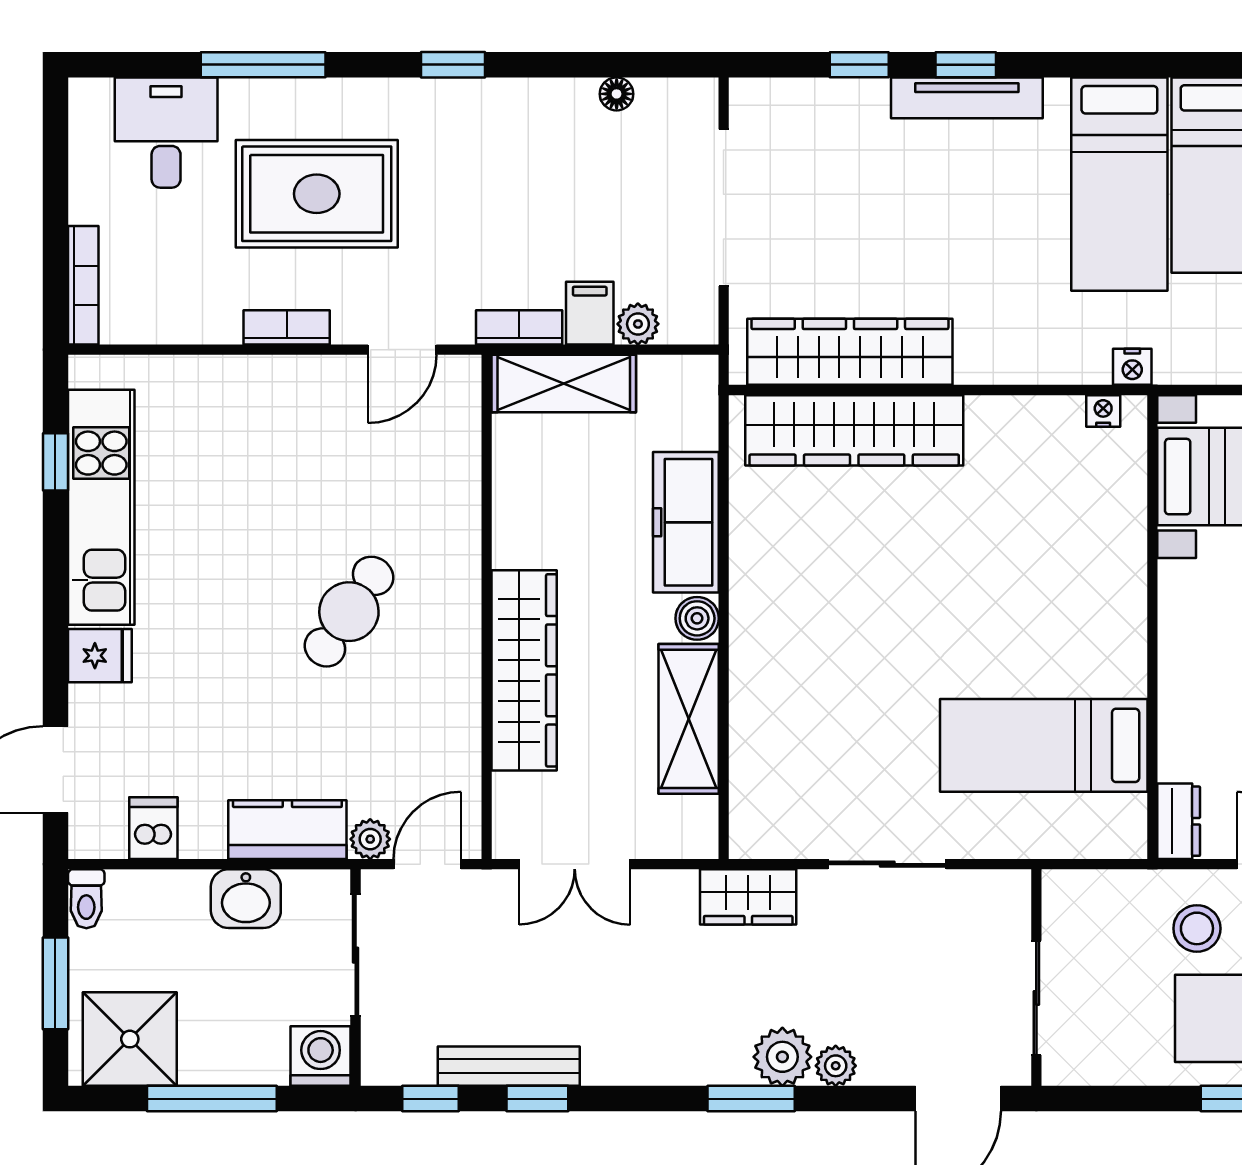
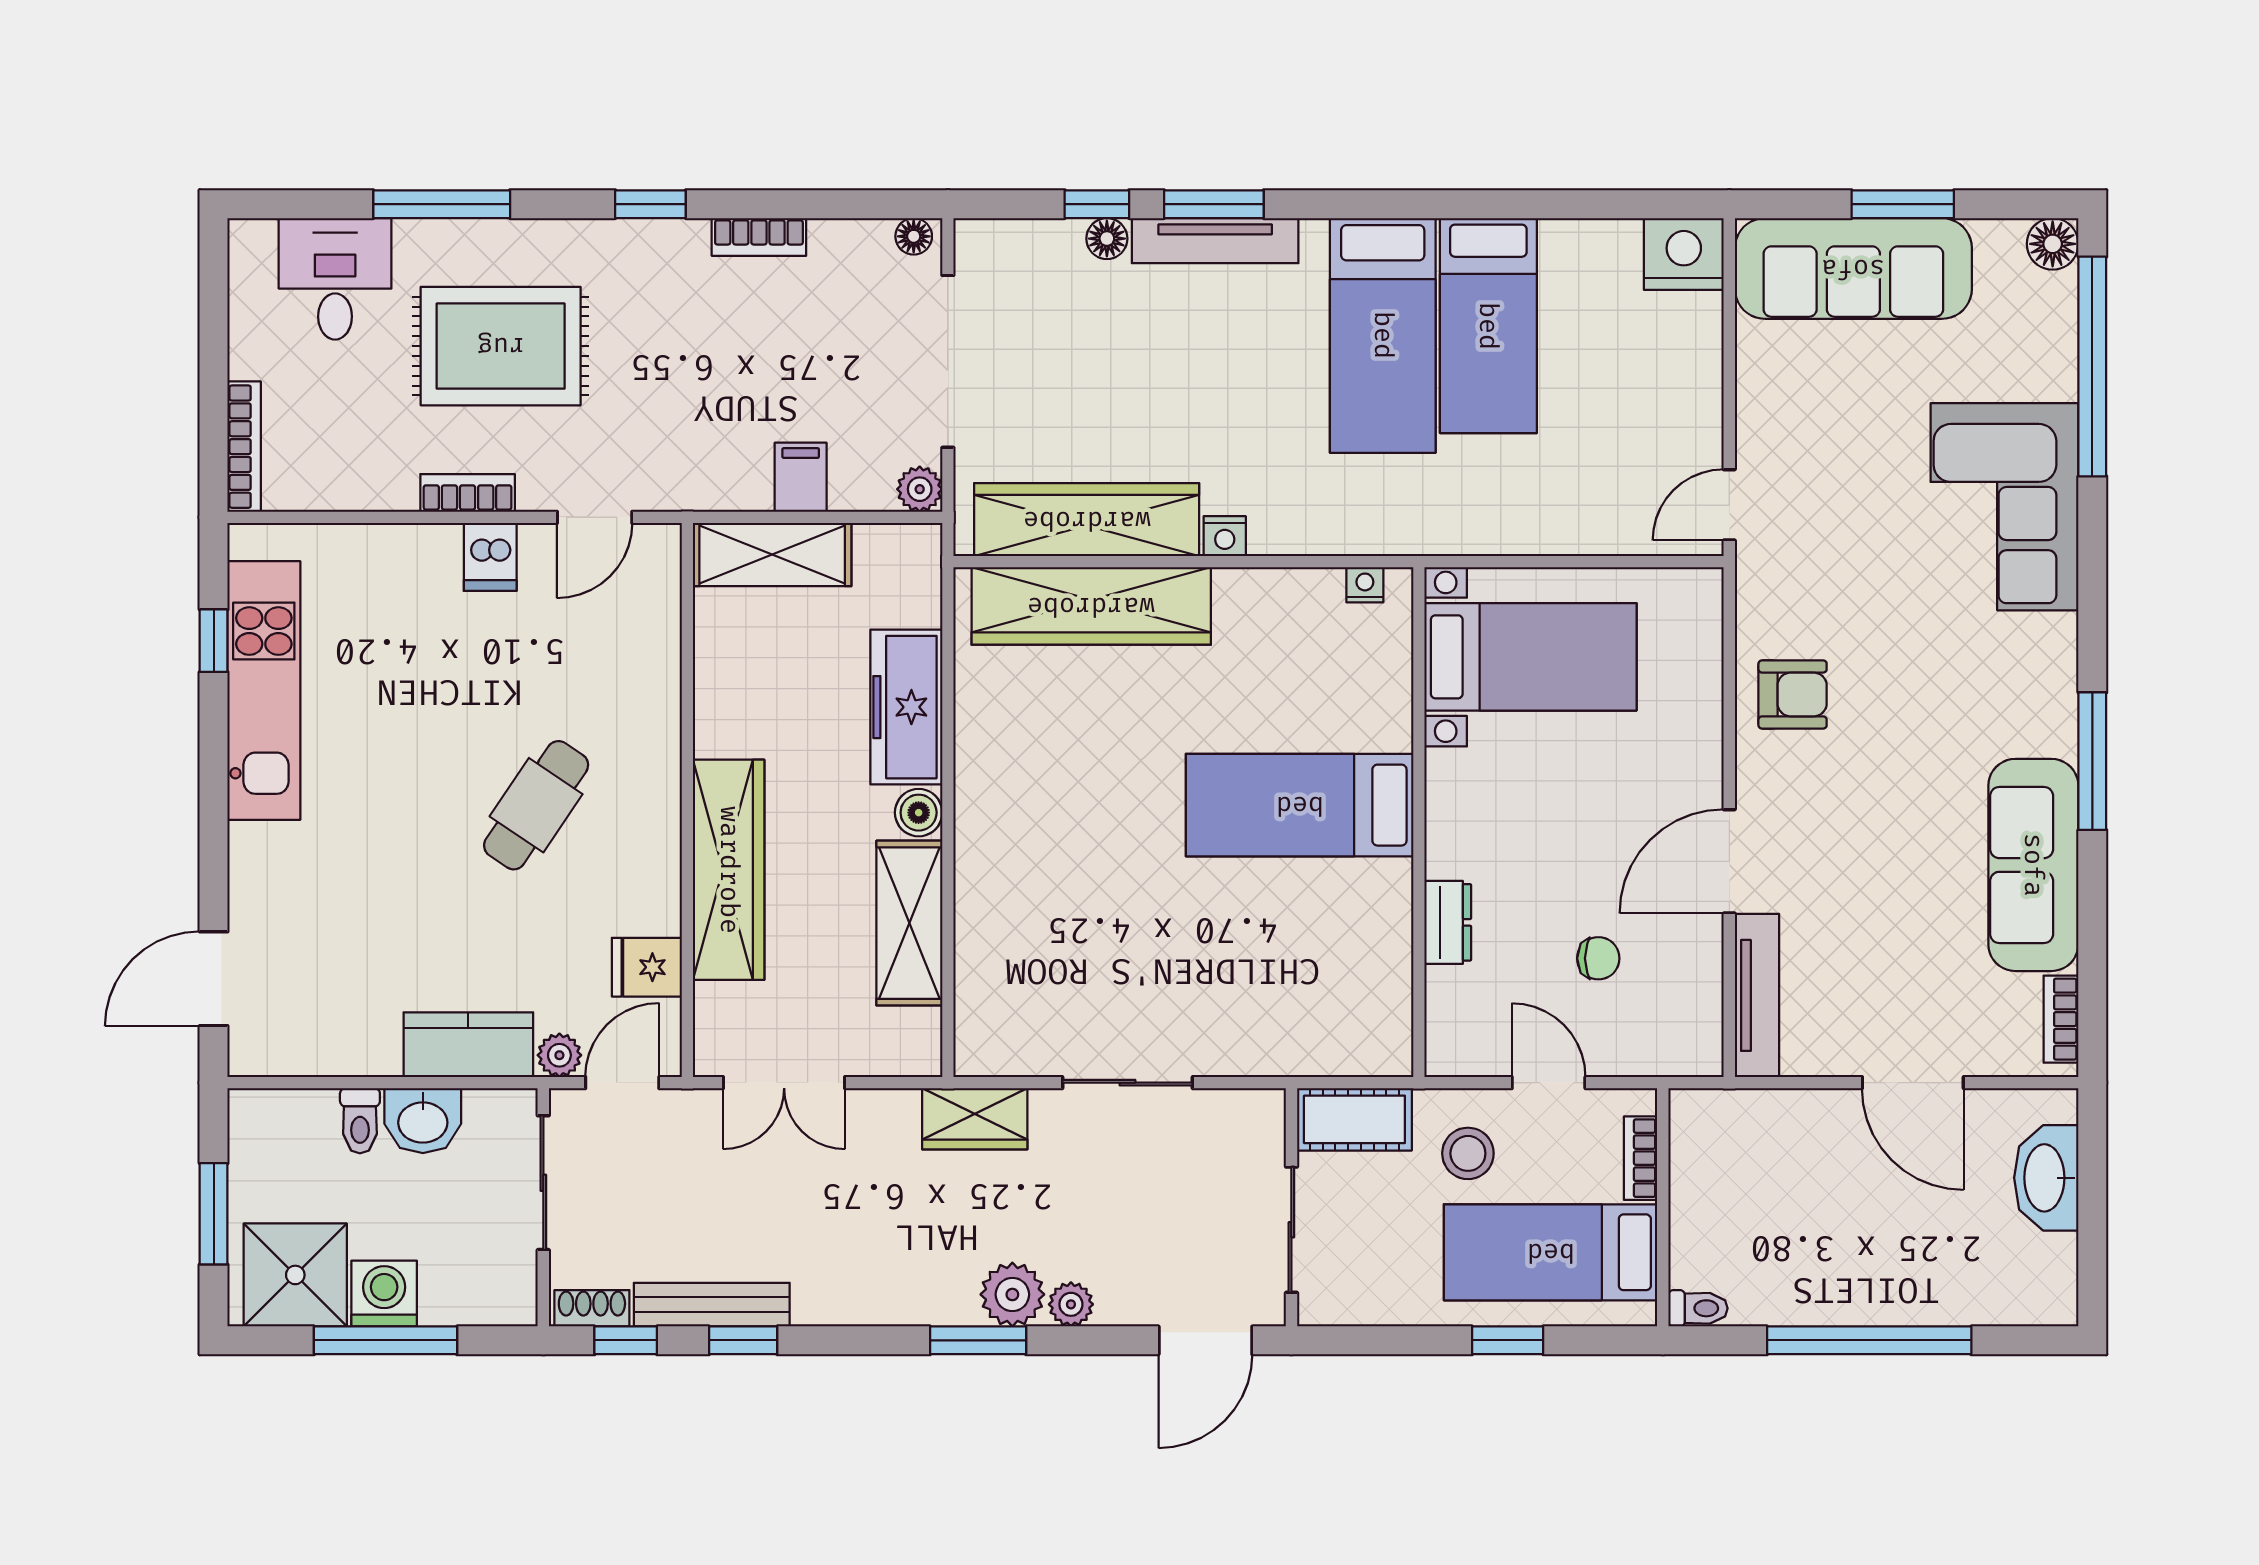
window: (966, 65) -> (1214, 204), width x1.50
floor lamp: (617, 94) -> (914, 236), moved
floor lamp: (868, 96) -> (1107, 239), added
plant: (638, 324) -> (920, 489), moved
bookcase: (519, 327) -> (759, 237), moved, turned 180
nightstand: (1132, 367) -> (1225, 536), moved
fridge: (100, 656) -> (647, 967), moved, turned 180
bed: (1044, 745) -> (1300, 805), moved
dresser: (1179, 821) -> (1448, 922), moved
dishwasher: (153, 828) -> (490, 557), moved, turned 180
cot: (1094, 897) -> (1354, 1119), added
toilet: (86, 899) -> (360, 1121), moved
washing machine: (321, 1056) -> (384, 1294), moved
shoe rack: (400, 1069) -> (592, 1308), added

